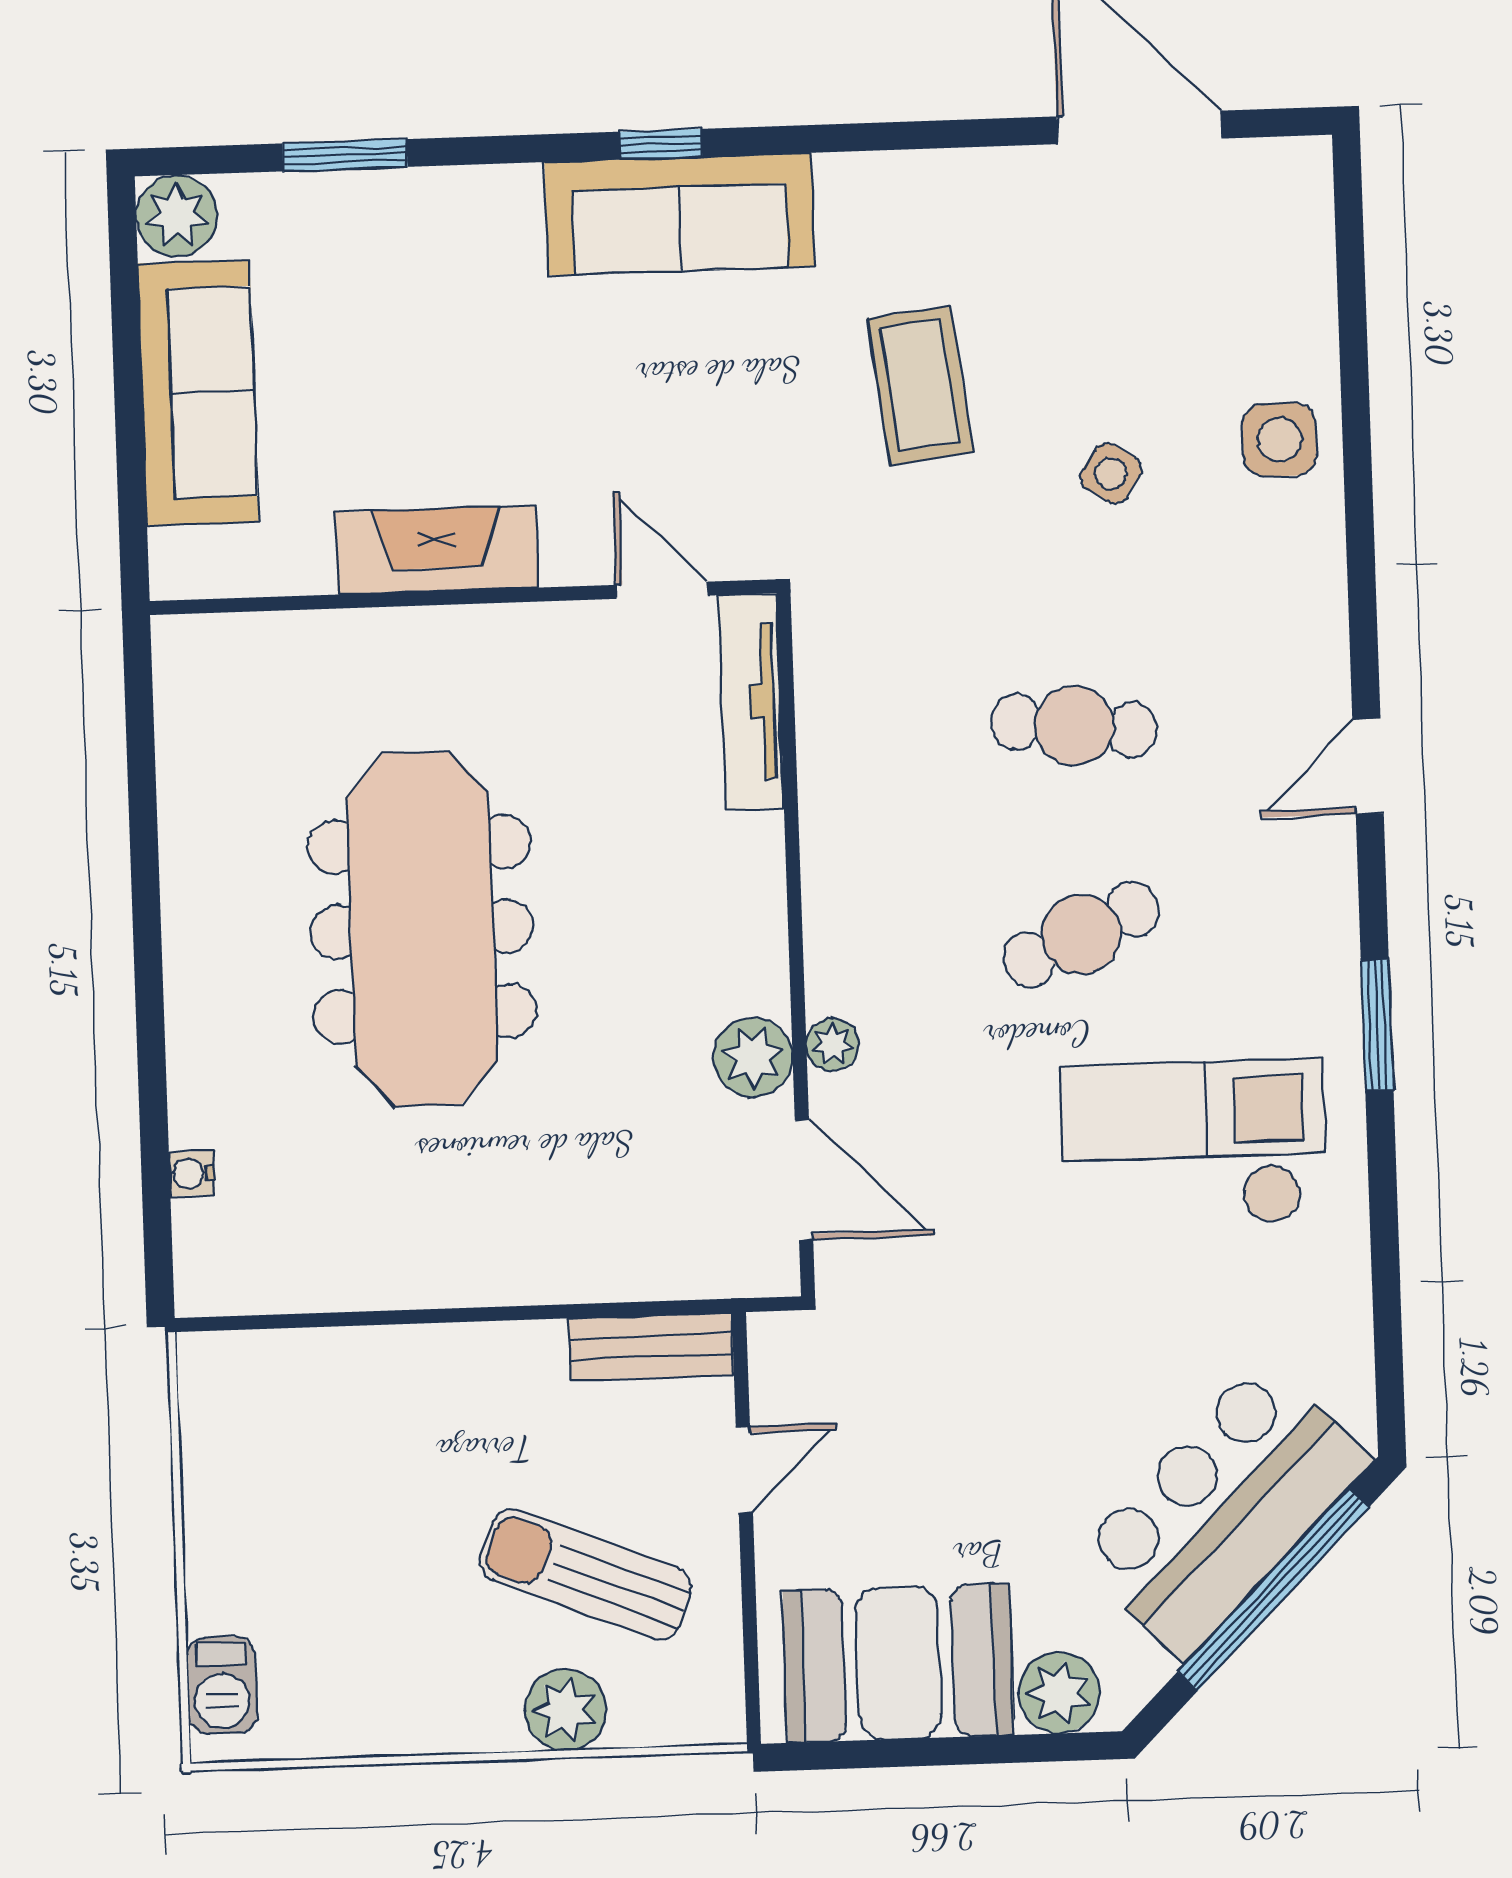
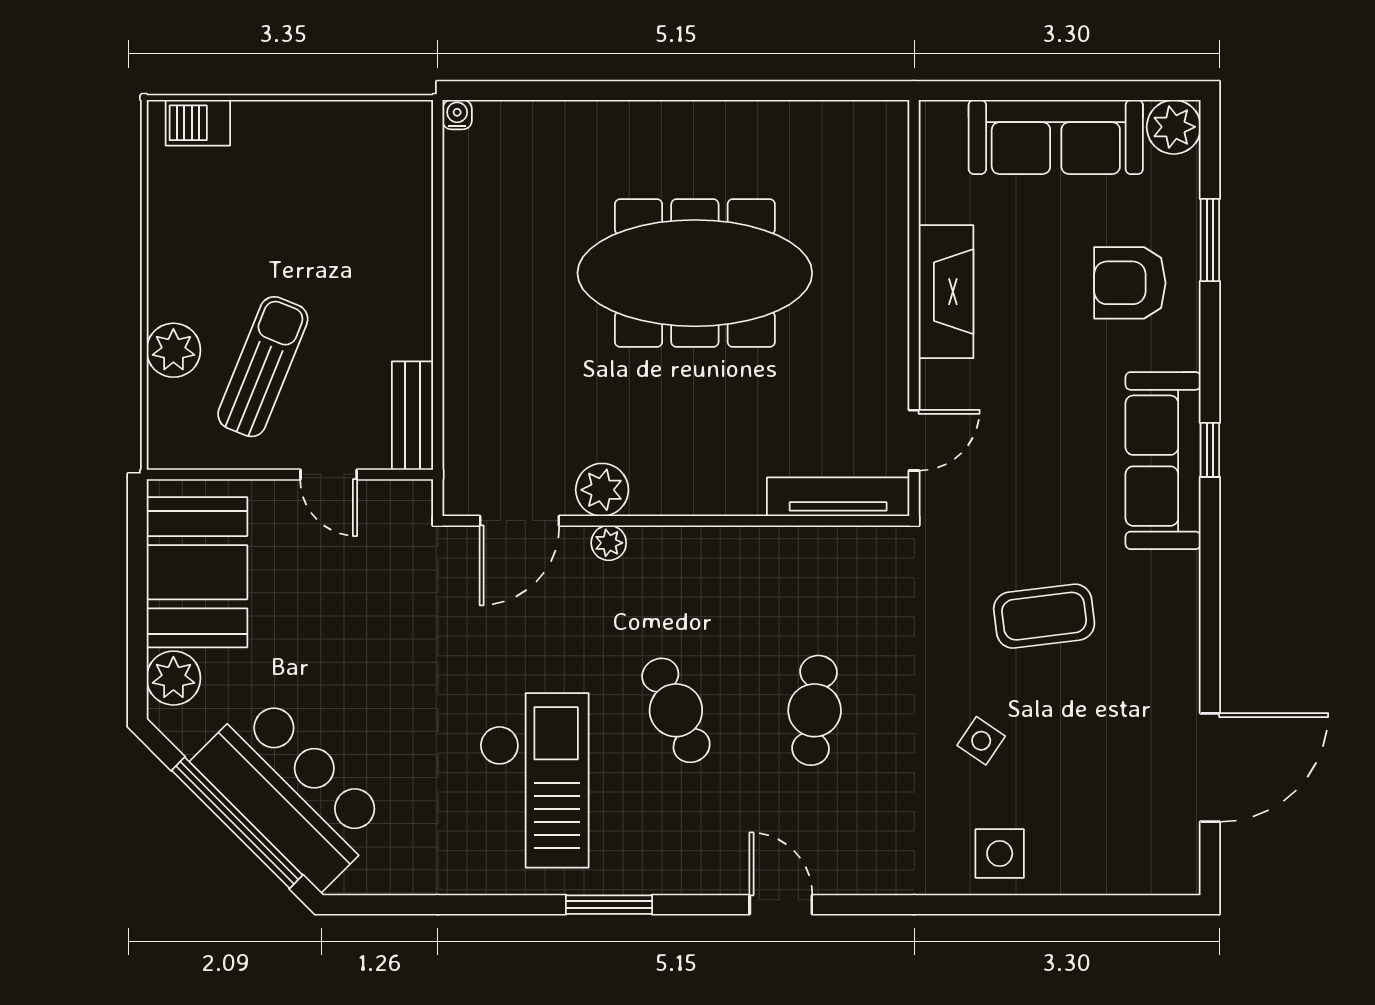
armchair: (414, 274) -> (1130, 283), added
water cooler: (192, 1173) -> (457, 115), moved

